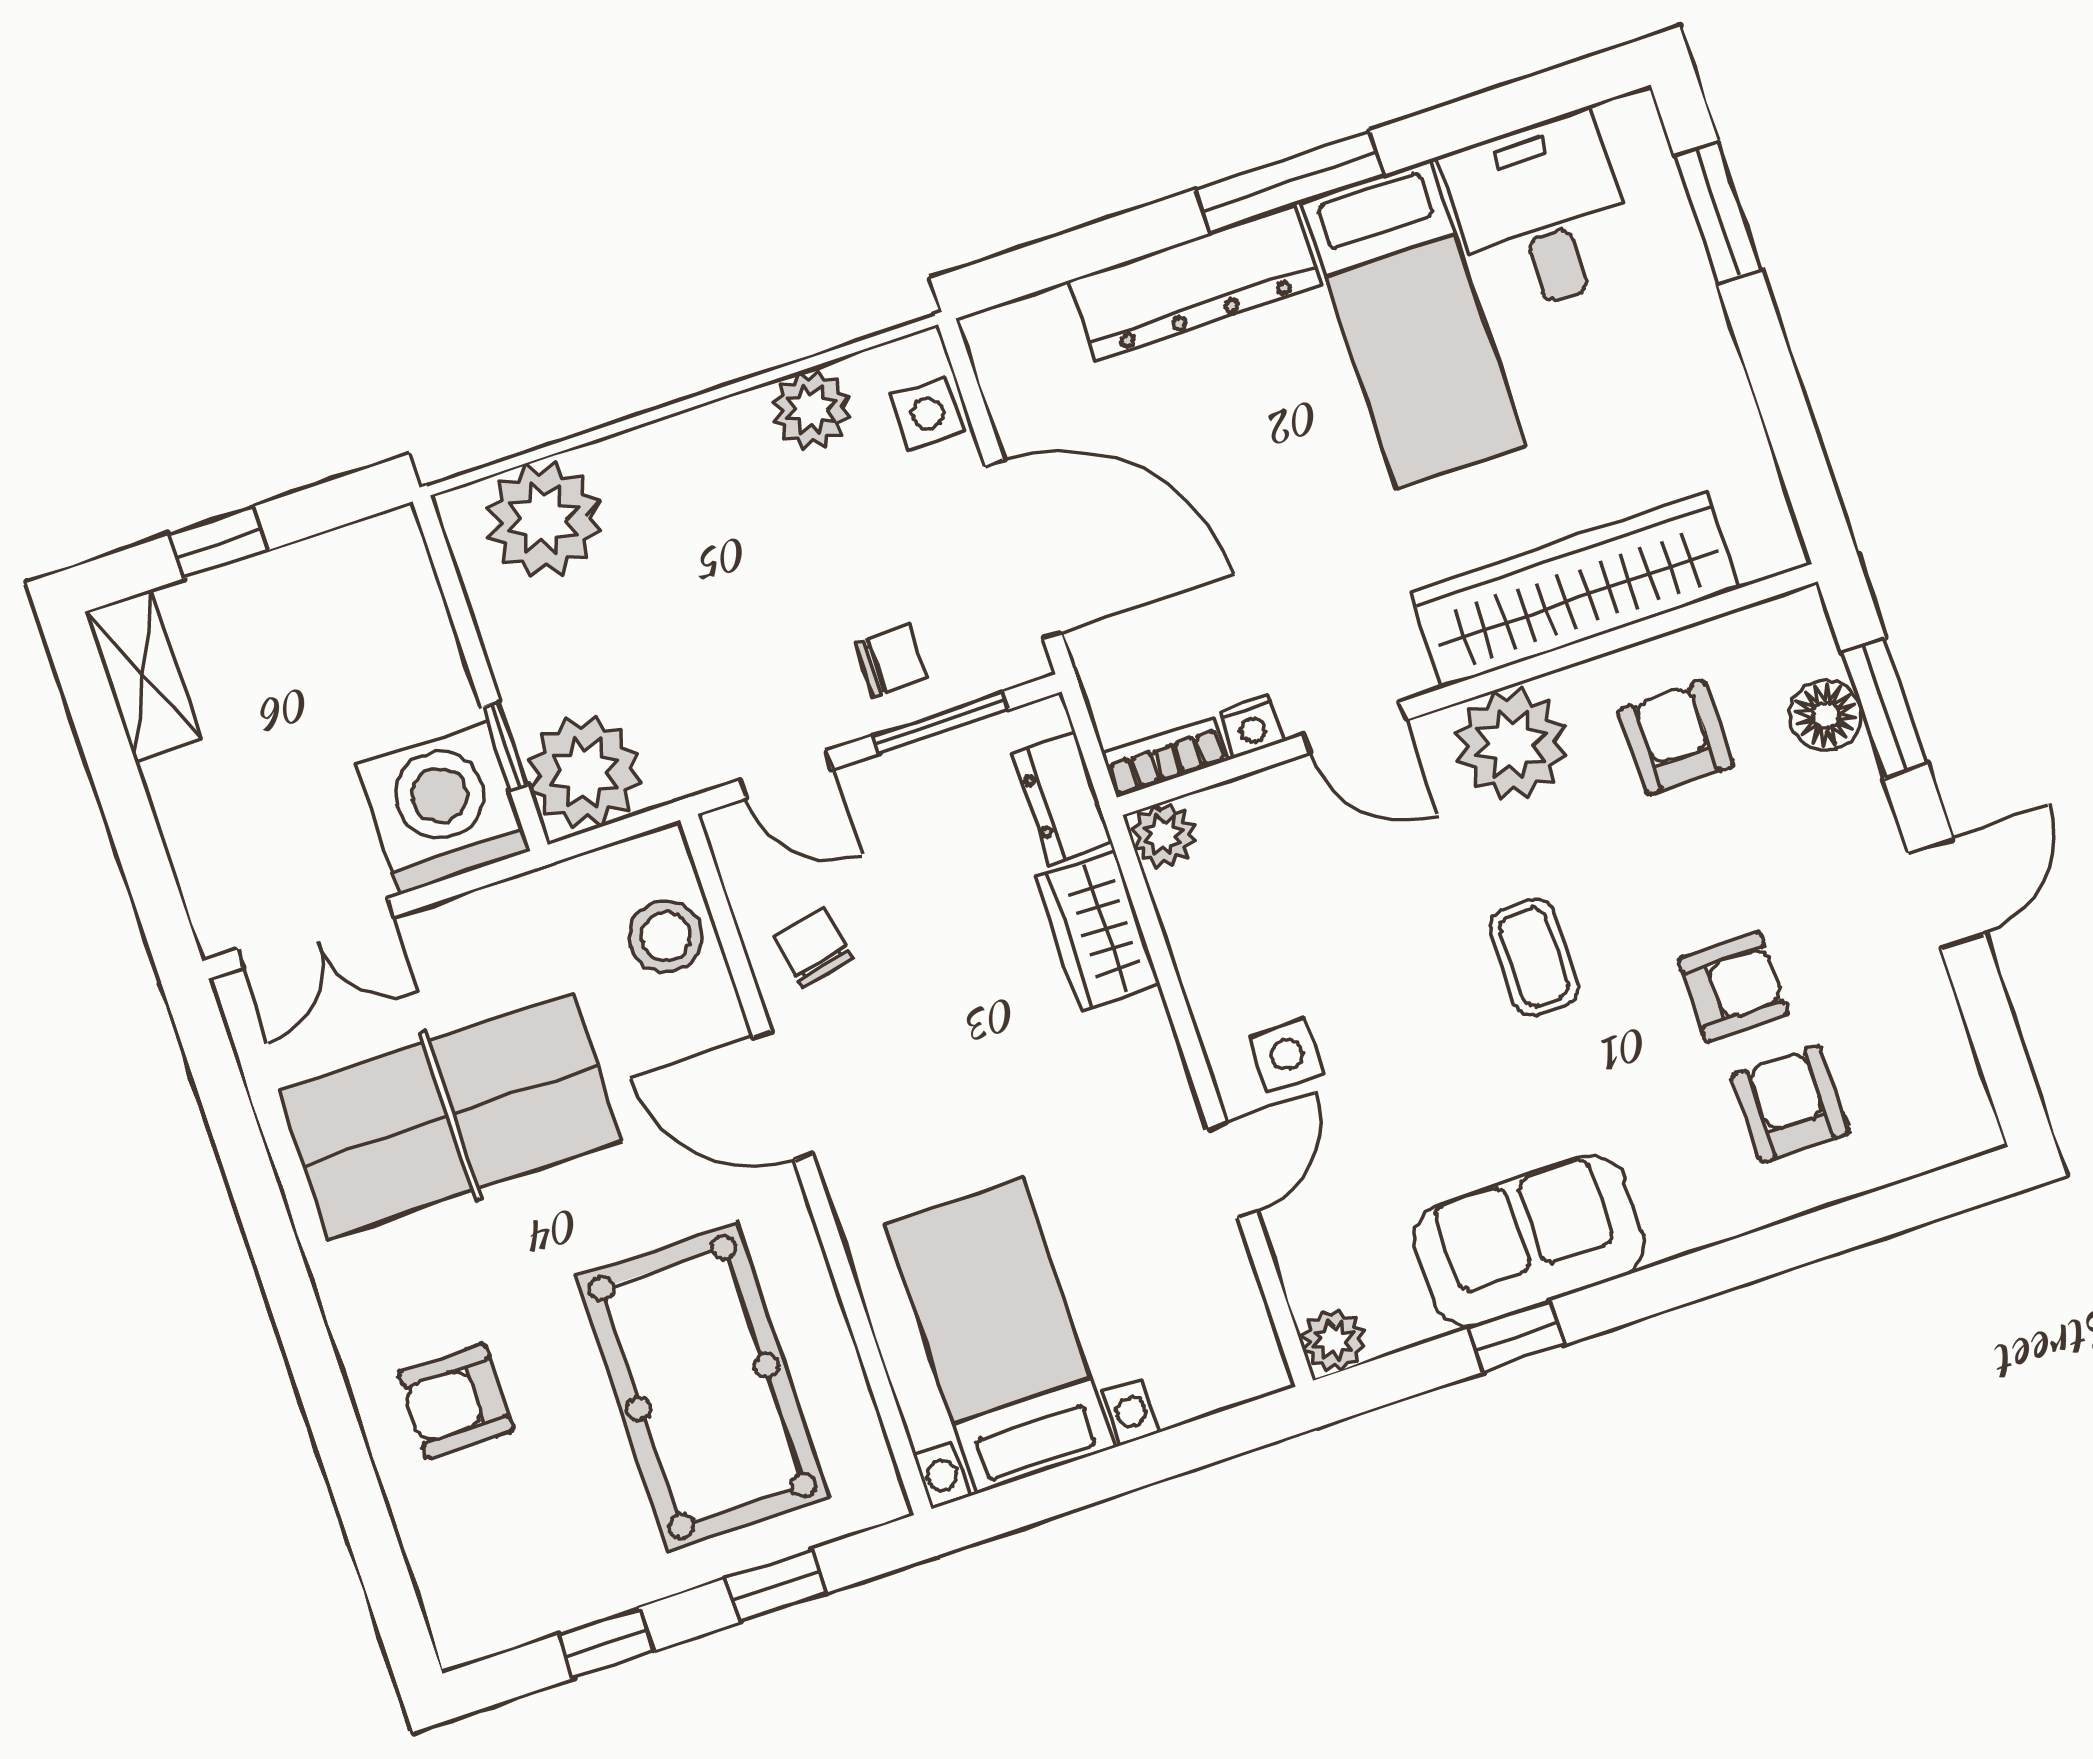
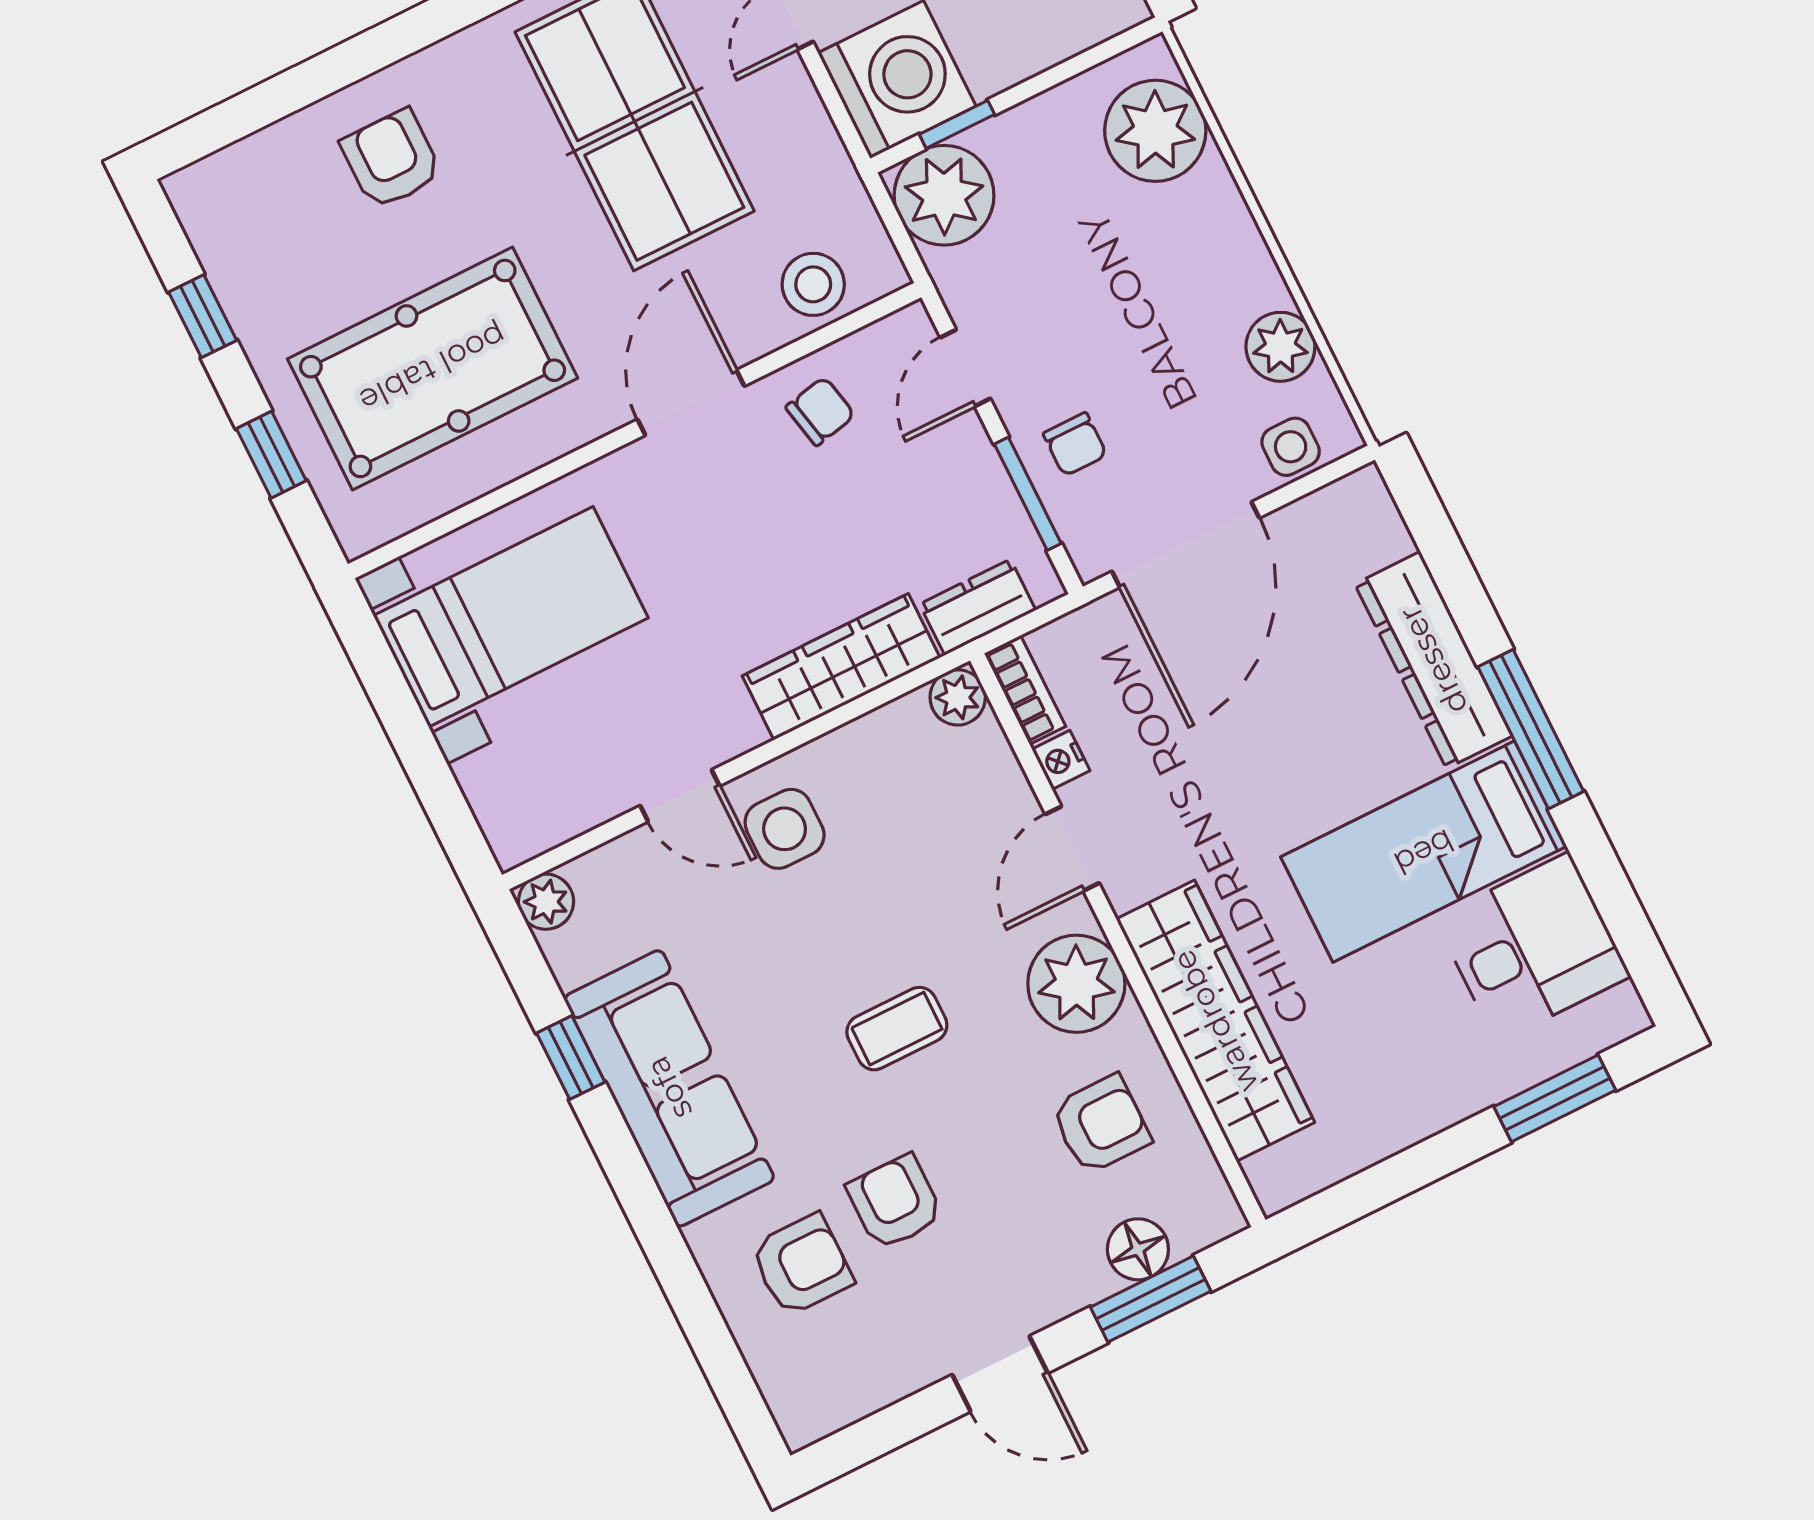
wardrobe: (1098, 930) -> (841, 667), width x1.50
armchair: (1733, 987) -> (895, 1202), turned 180
side table: (1287, 1055) -> (785, 829), width x1.37, depth x1.37
sofa: (1529, 1241) -> (669, 1088), width x1.36

